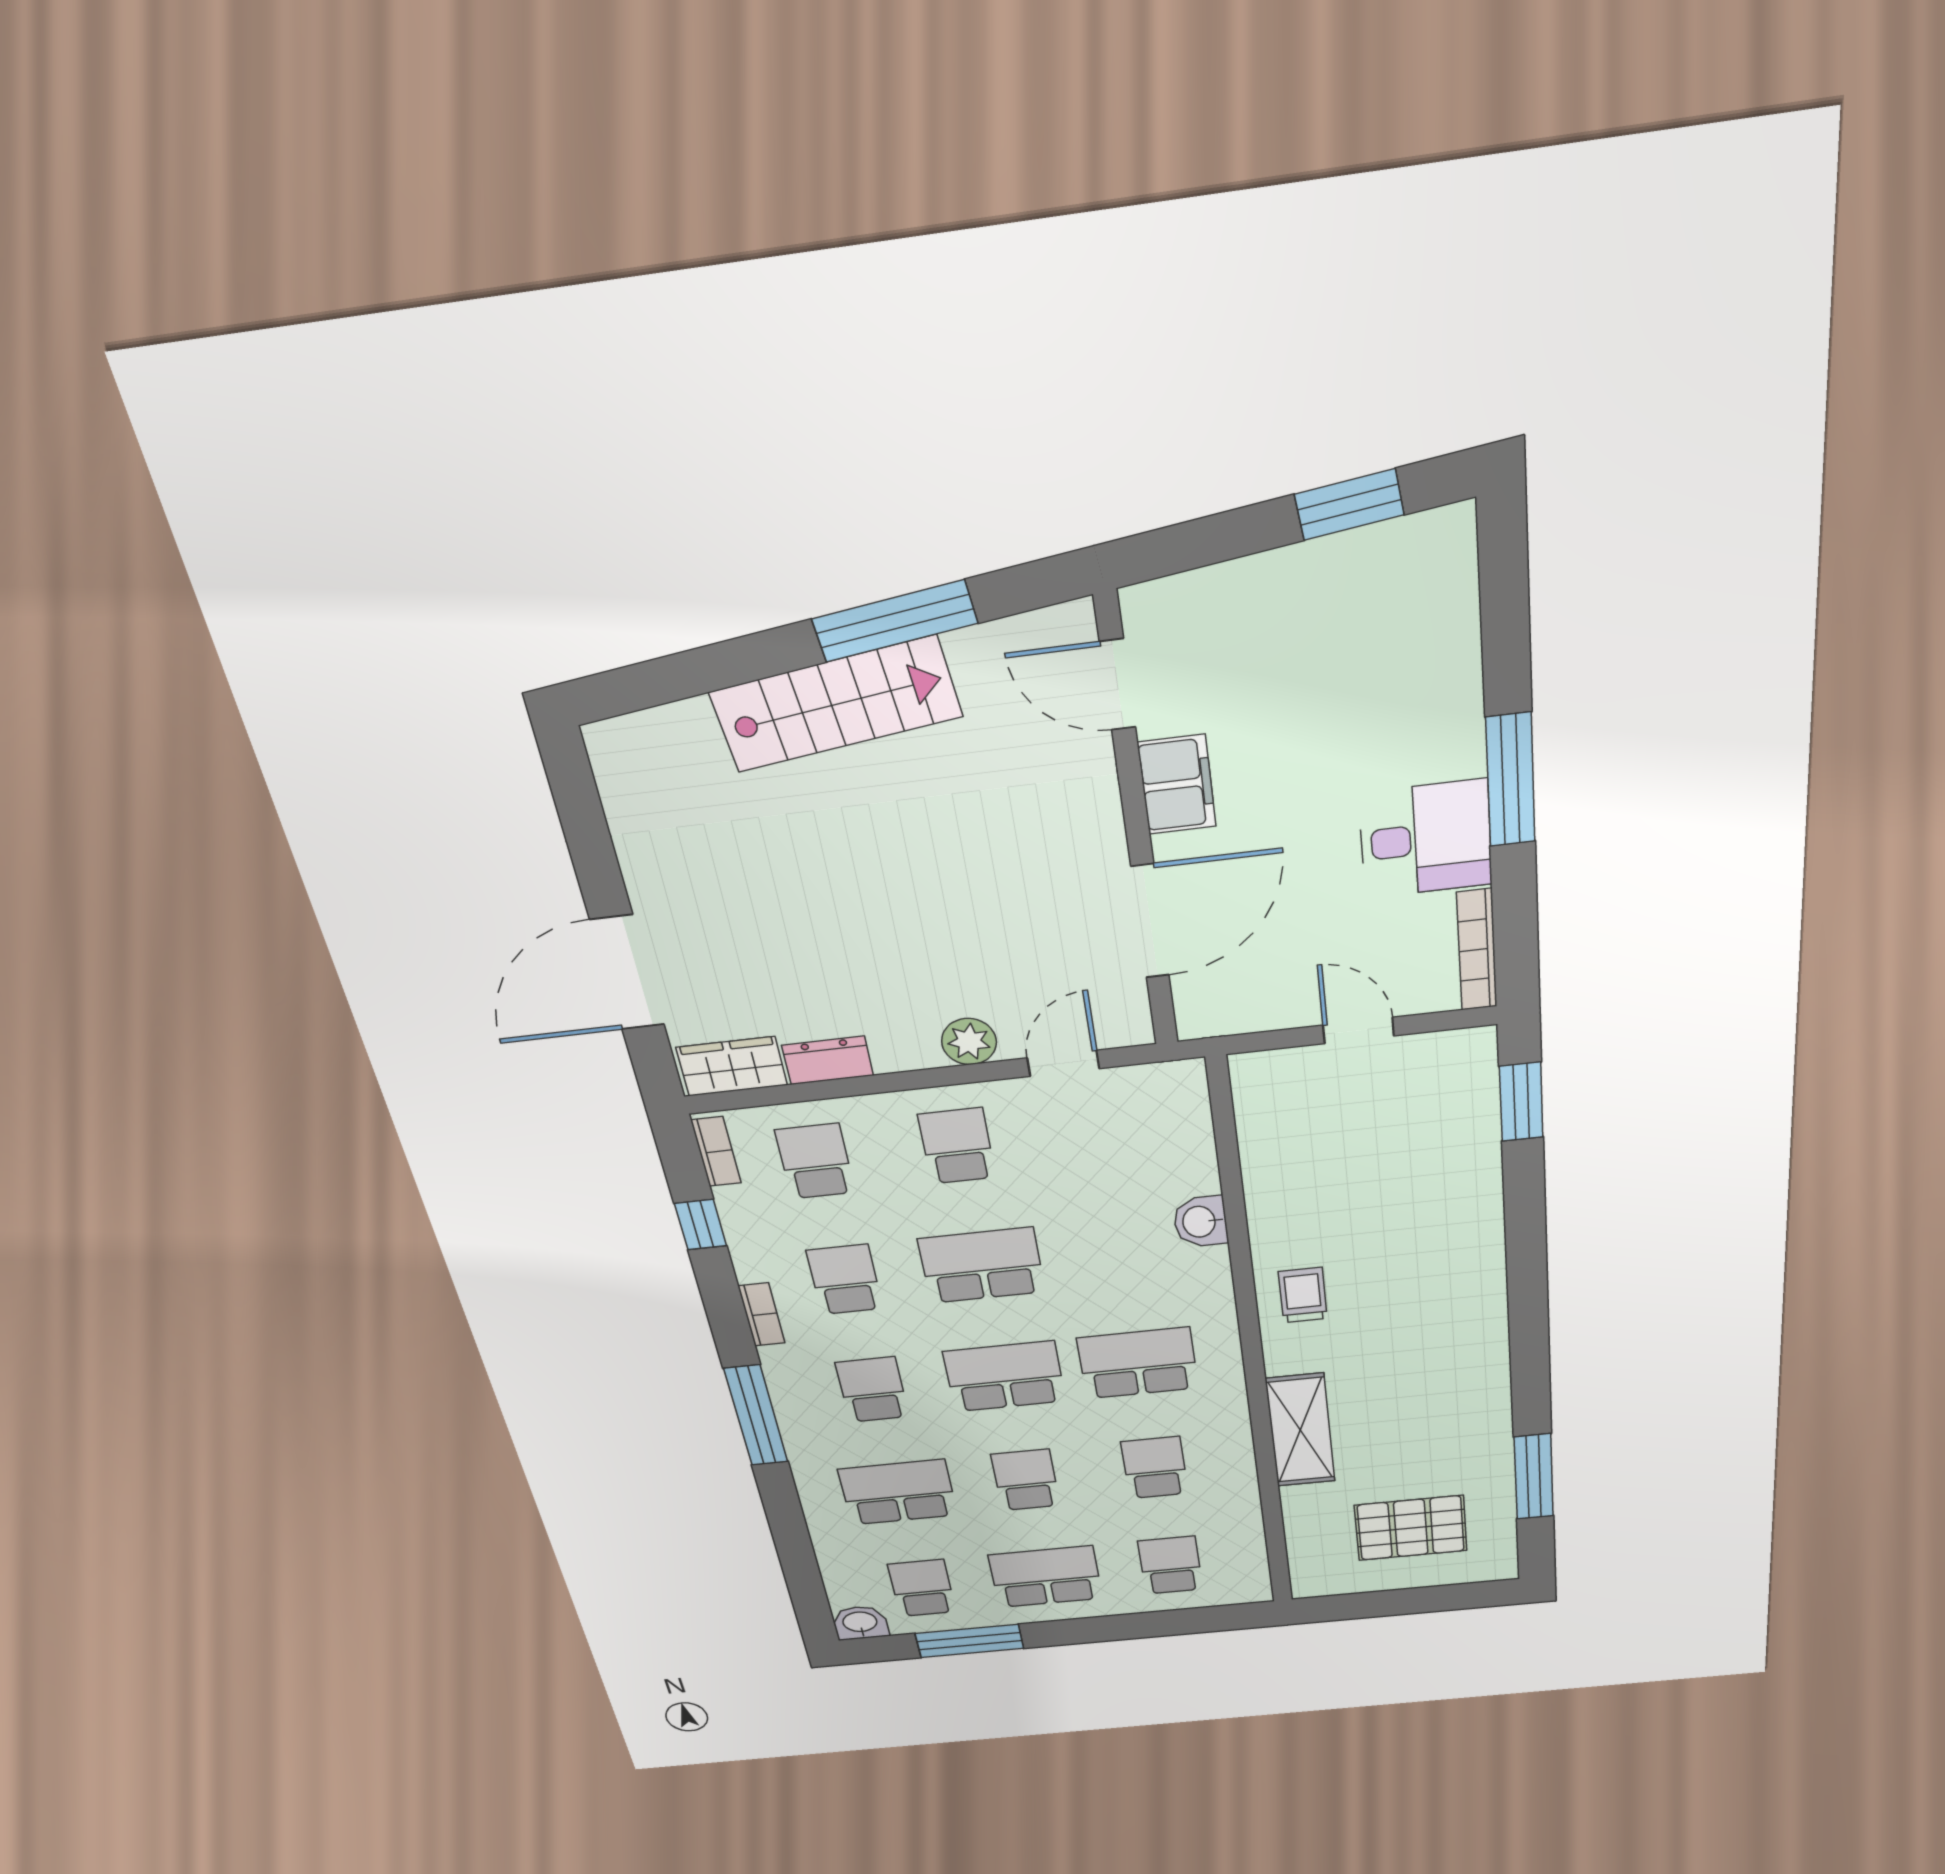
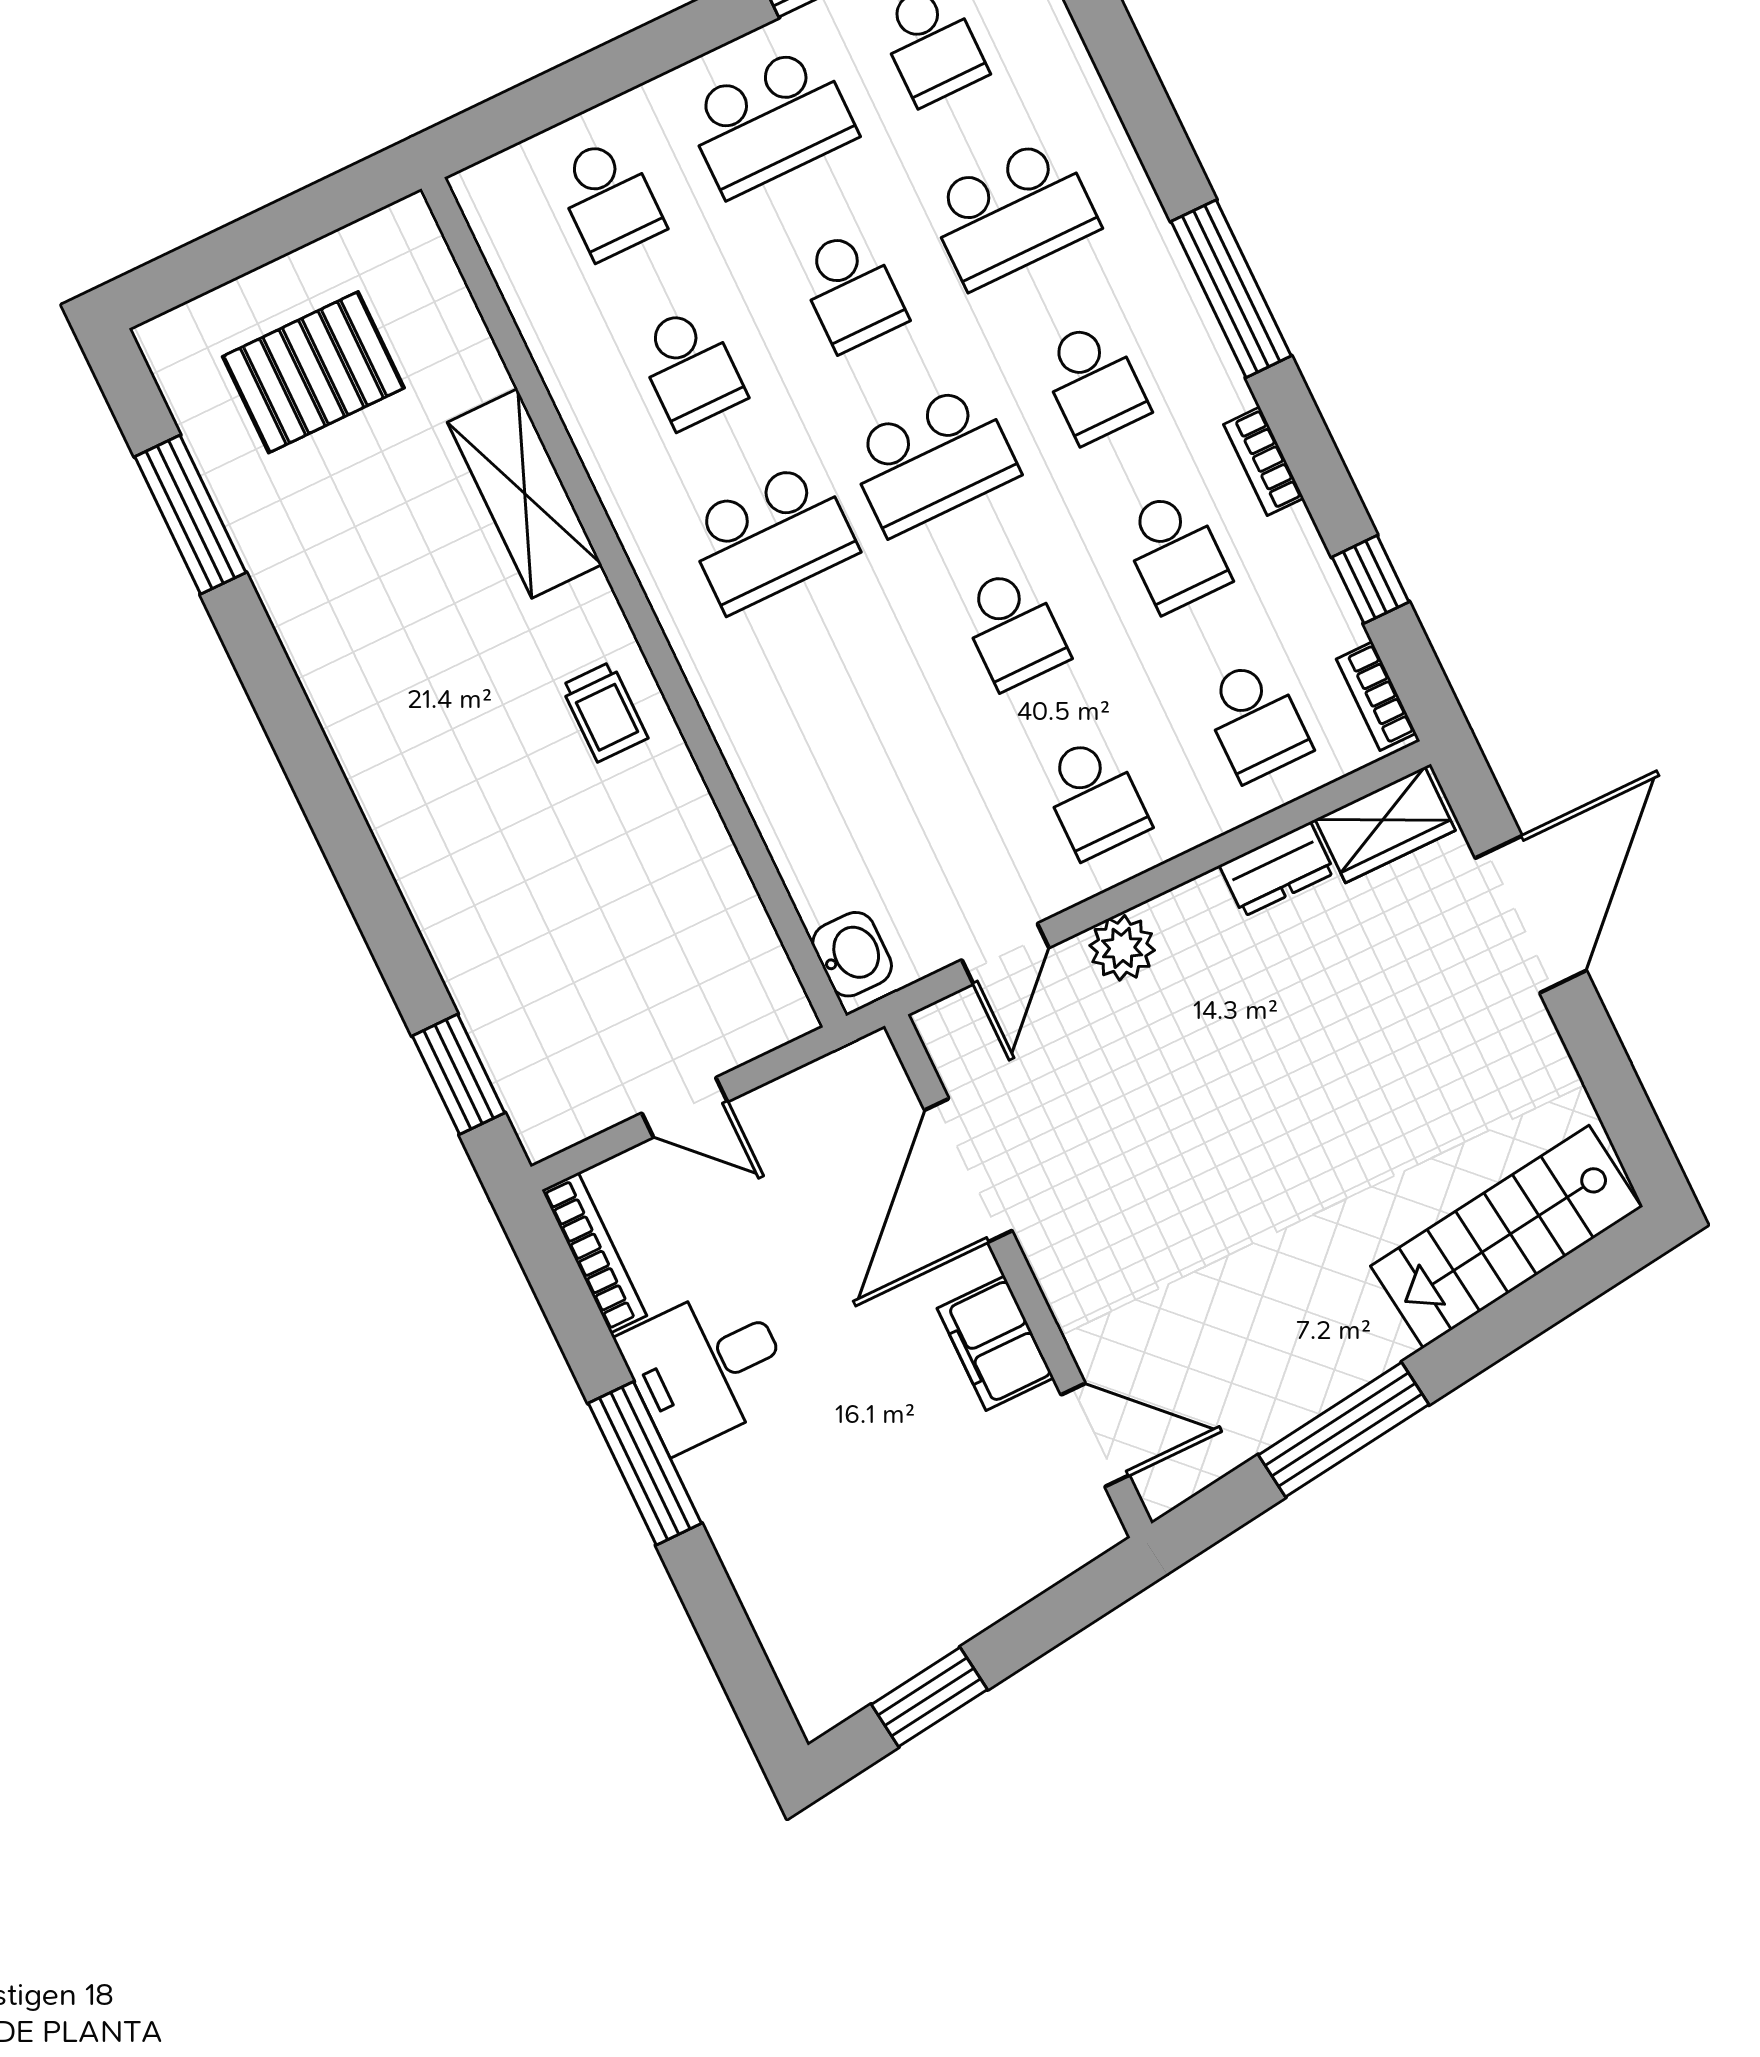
stairs: (836, 704) -> (1506, 1237), moved
washbasin: (1200, 1222) -> (852, 954), moved
school desk: (982, 1265) -> (1013, 628), width x0.54

